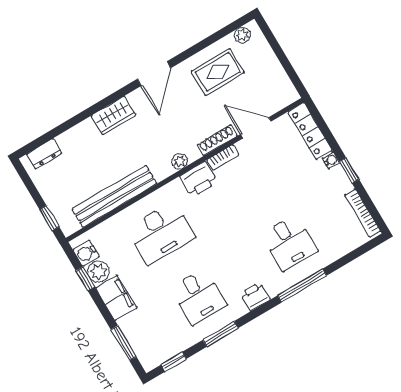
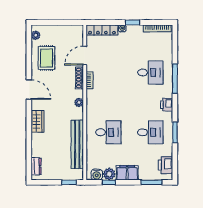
printer: (199, 179) -> (166, 165), moved, turned 180
desk: (161, 233) -> (108, 132), width x0.73
window: (174, 362) -> (175, 163), removed

